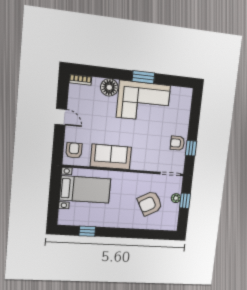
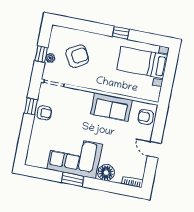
armchair: (74, 150) -> (146, 117), turned 90
bed with nightstands: (85, 189) -> (142, 63), moved
window: (87, 231) -> (121, 33), moved

